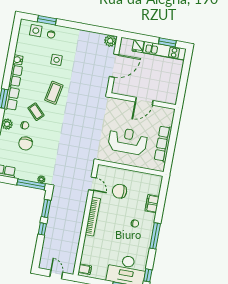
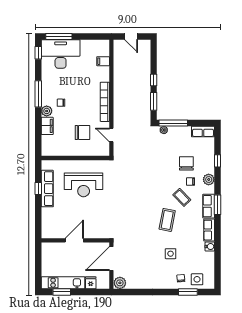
wall: (143, 101) -> (75, 240), moved
door: (144, 101) -> (74, 240), moved
window: (172, 145) -> (38, 188), added
plant: (150, 218) -> (47, 111), added
filing cabinet: (85, 269) -> (103, 61), moved

